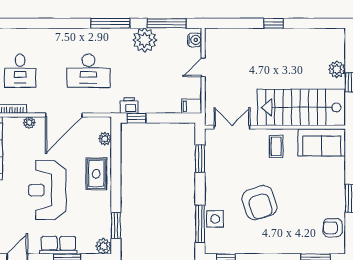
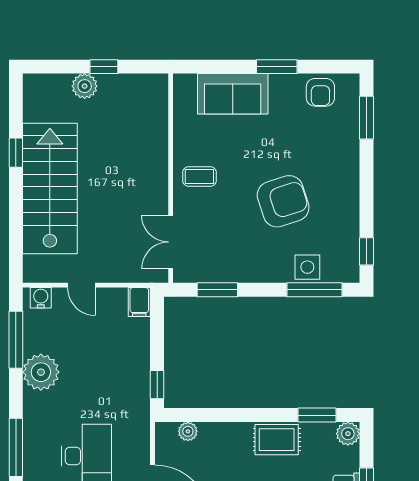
window: (110, 23) -> (16, 447), moved
window: (273, 23) -> (16, 153), moved
printer: (129, 106) -> (138, 395), removed
stairs: (301, 107) -> (50, 188), moved, turned 180
sofa: (322, 142) -> (233, 94), moved, turned 90
rug: (96, 174) -> (277, 440), moved

